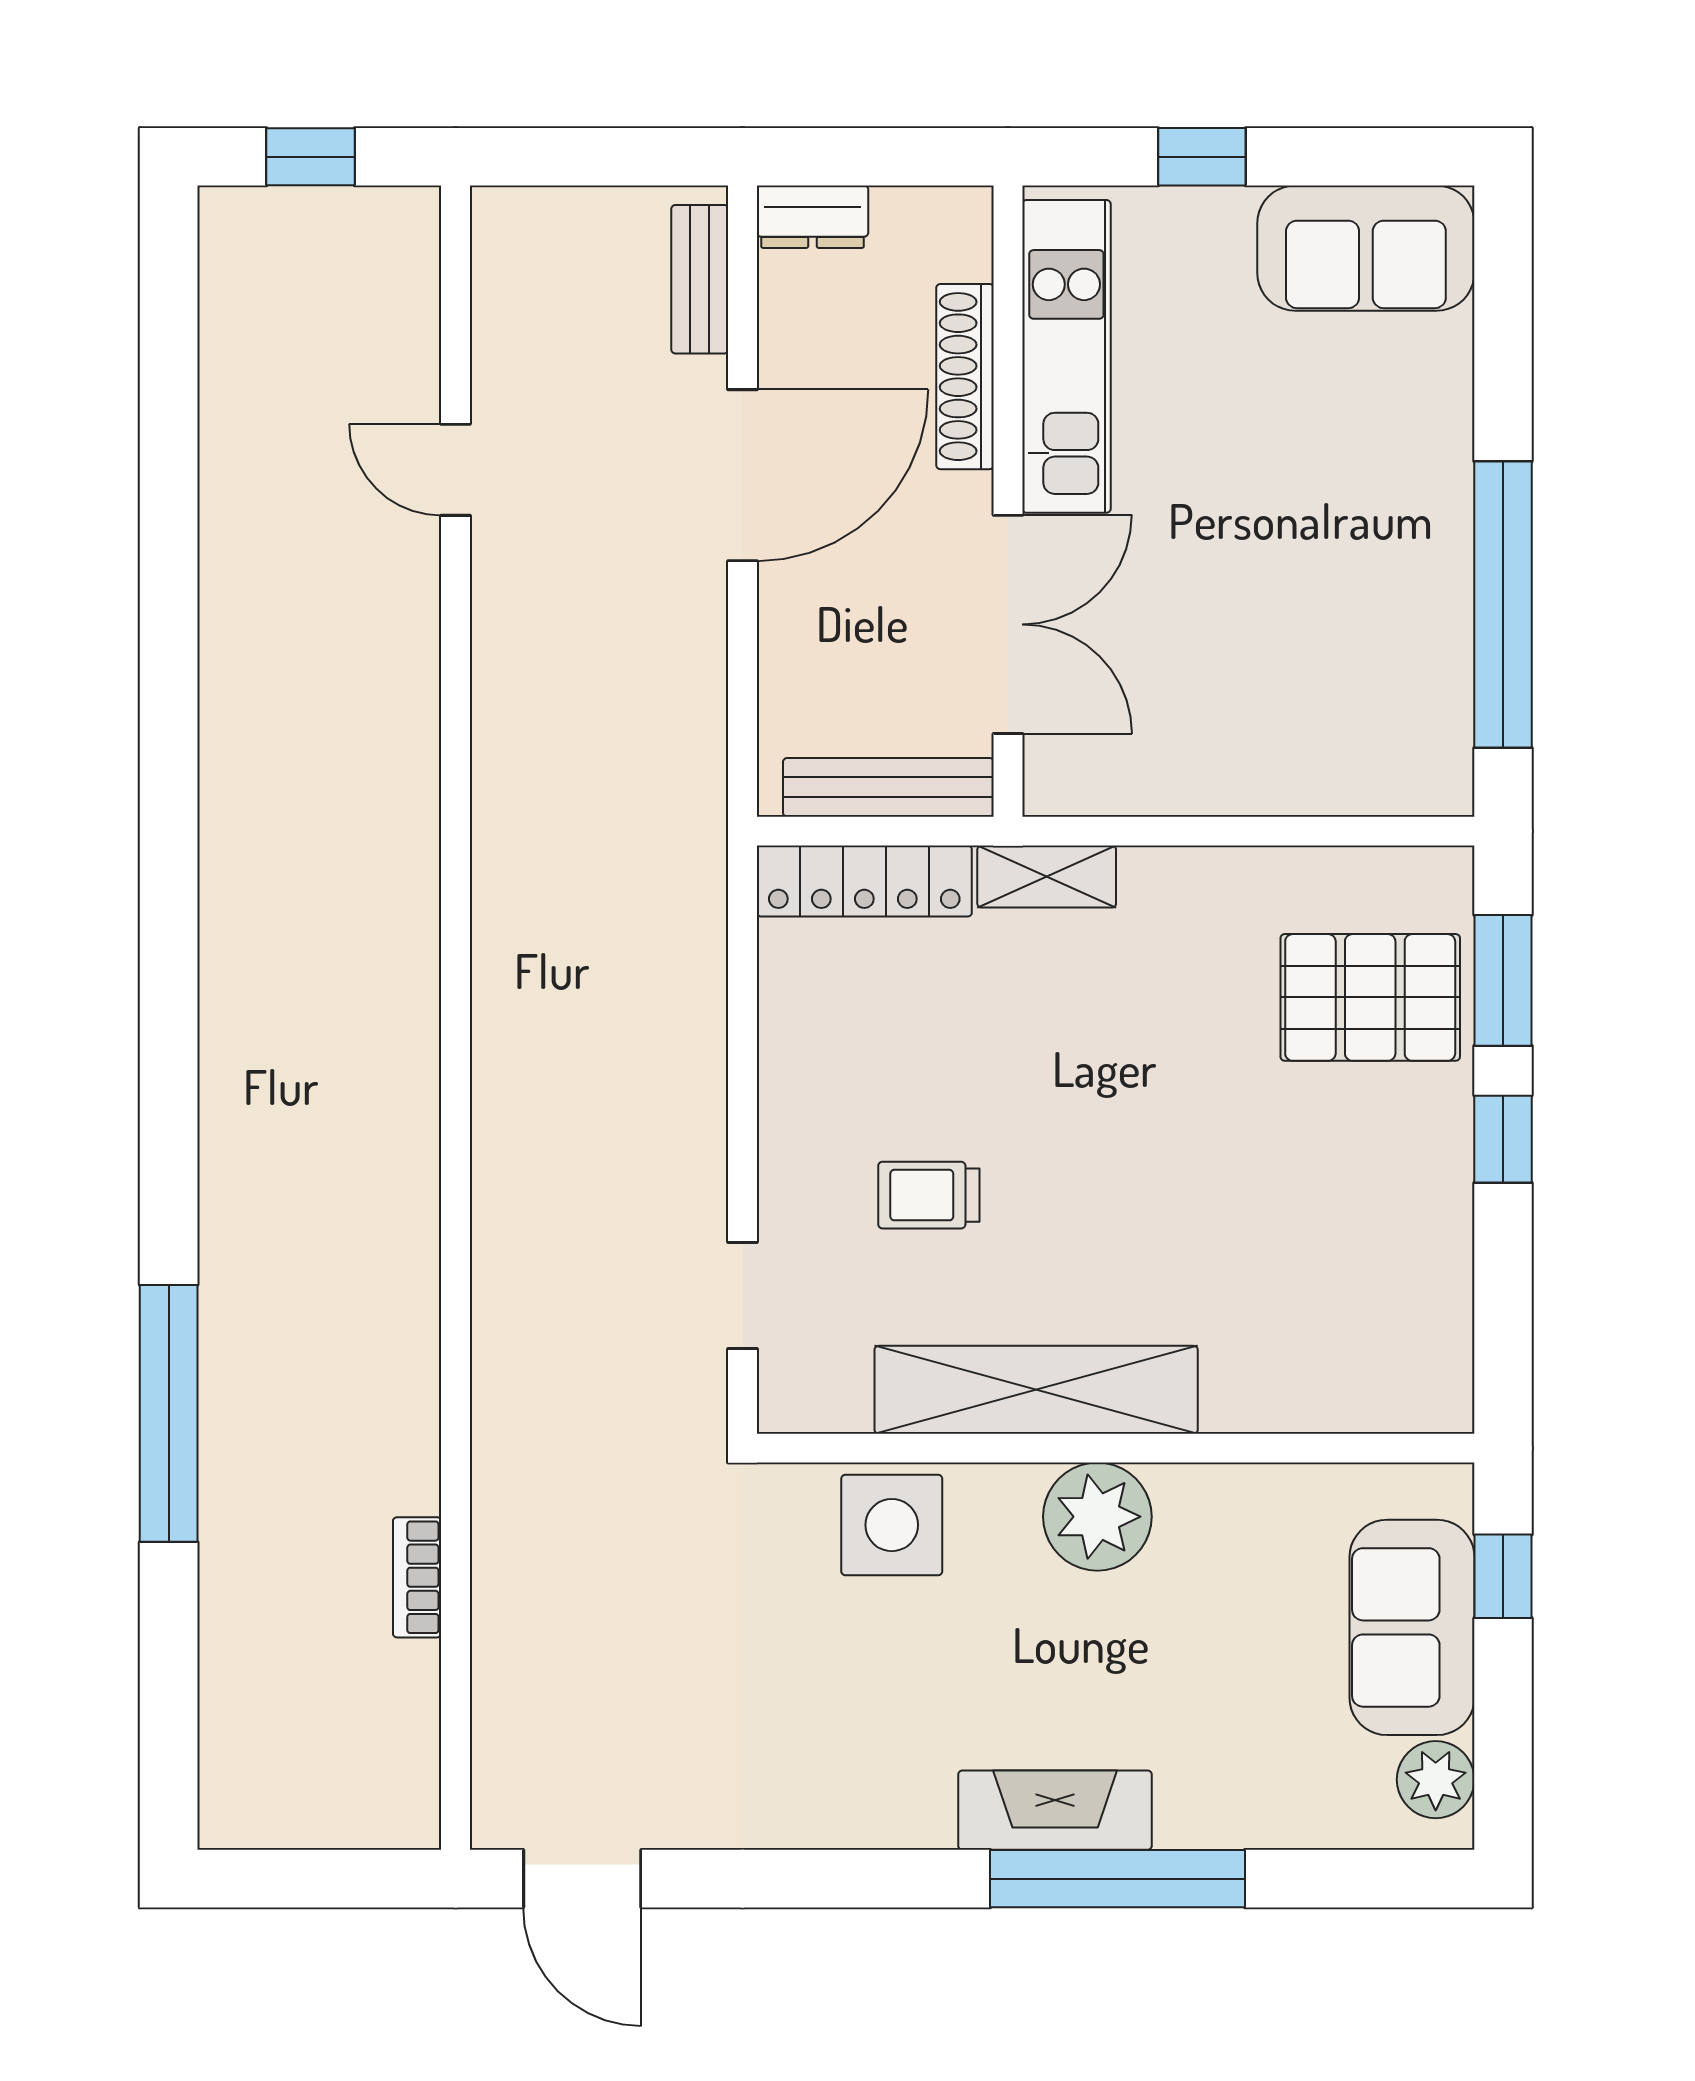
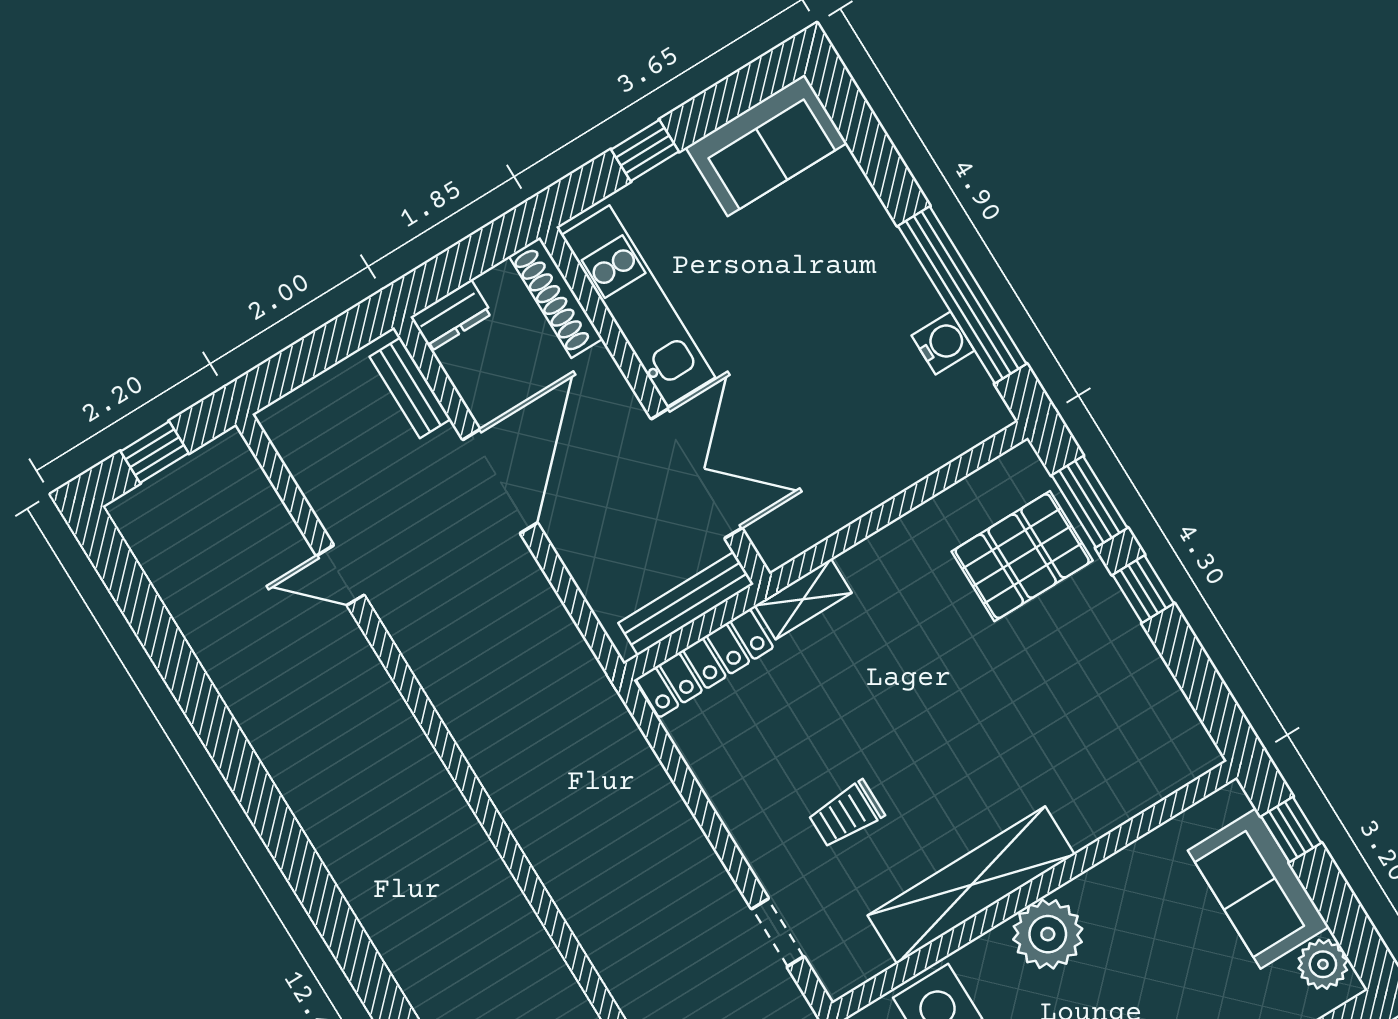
shoe rack: (965, 377) -> (556, 297), moved
water cooler: (1439, 652) -> (943, 343), added

